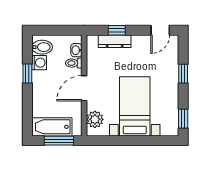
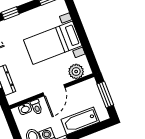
door: (84, 88) -> (54, 90), hinge flipped
bathtub: (52, 127) -> (80, 121), moved, turned 90

